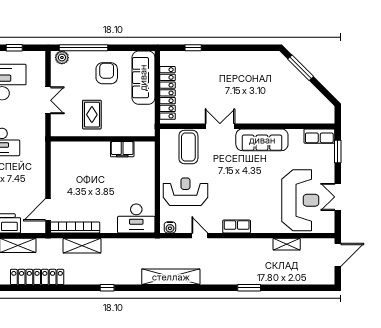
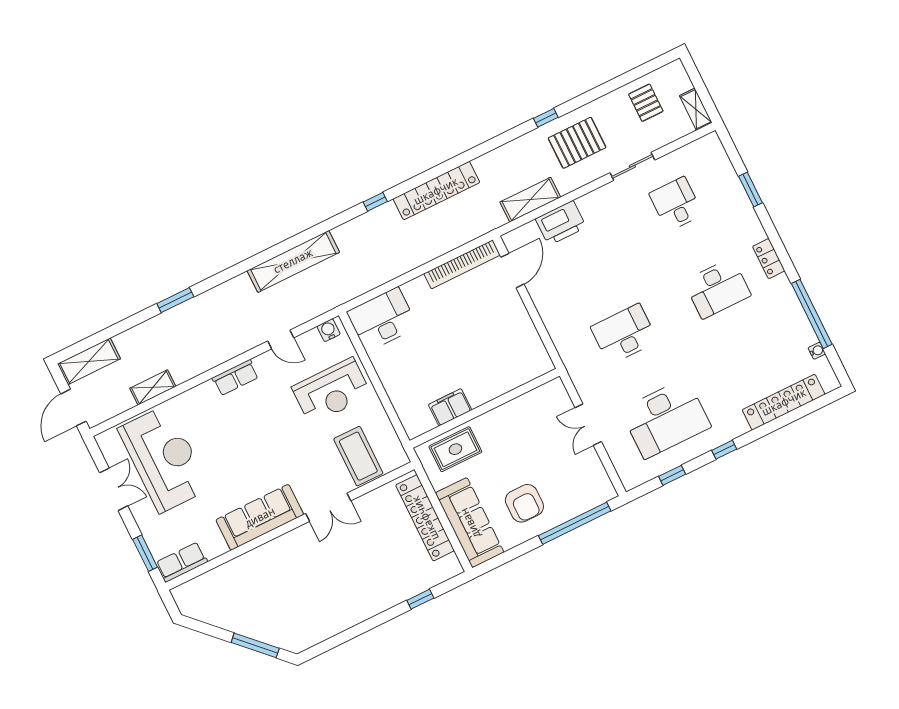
plant: (62, 58) -> (598, 494), removed
rug: (92, 115) -> (455, 449), moved, turned 90
reception desk: (300, 200) -> (164, 459), turned 180
shelving: (82, 246) -> (89, 361), moved
locker: (37, 277) -> (436, 191), moved

